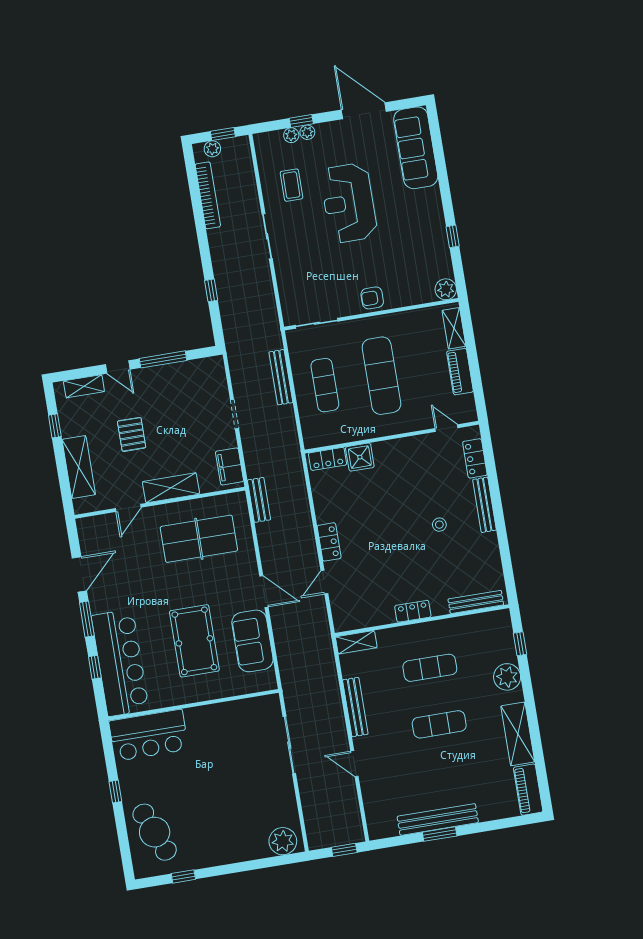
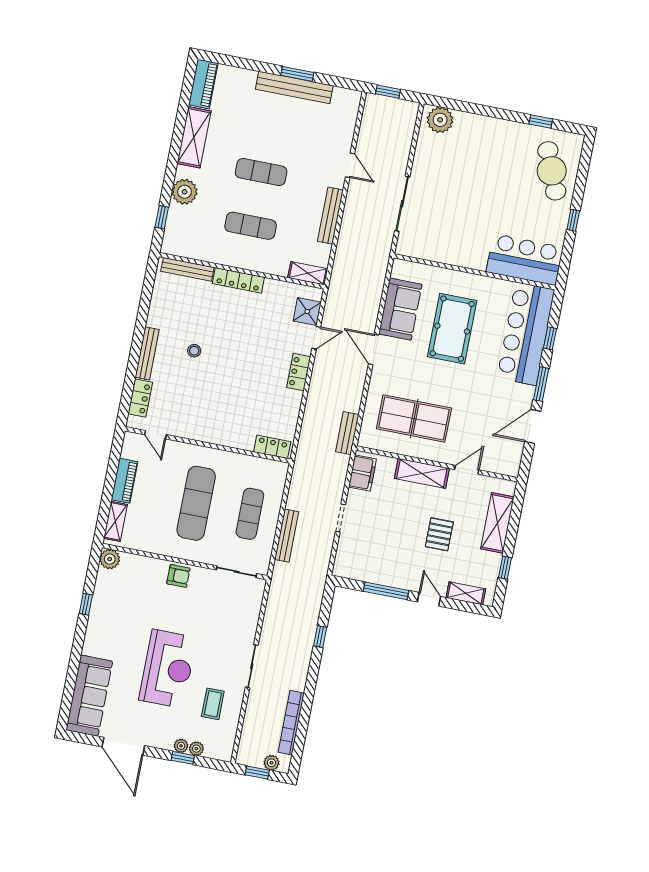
shower: (360, 457) -> (307, 312), moved
locker: (413, 611) -> (238, 280), width x1.53

